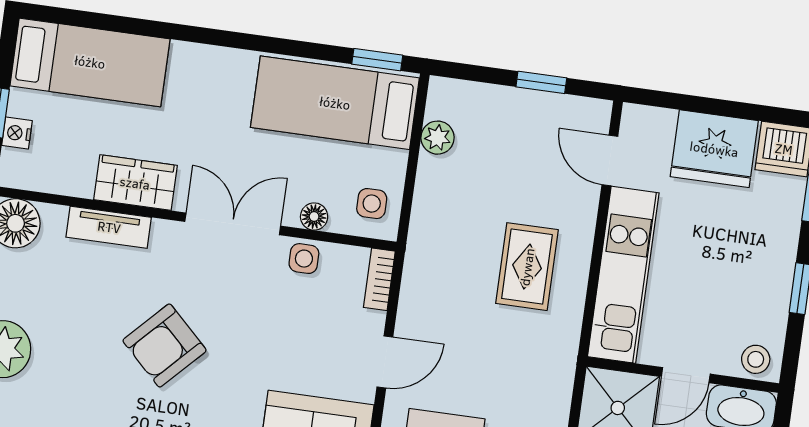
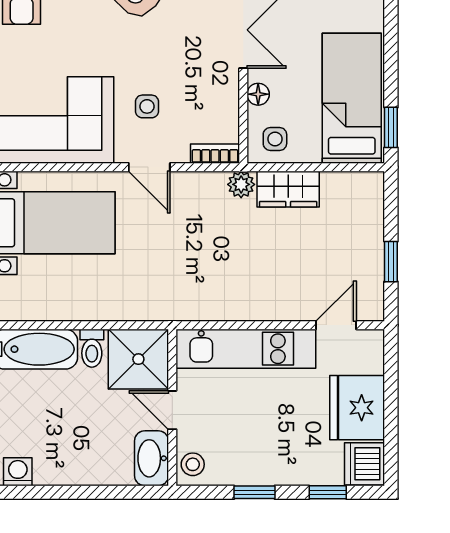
plant: (438, 138) -> (241, 184), moved
wardrobe: (435, 196) -> (288, 189), added
side table: (304, 259) -> (147, 106), moved
rug: (527, 267) -> (242, 271), removed

